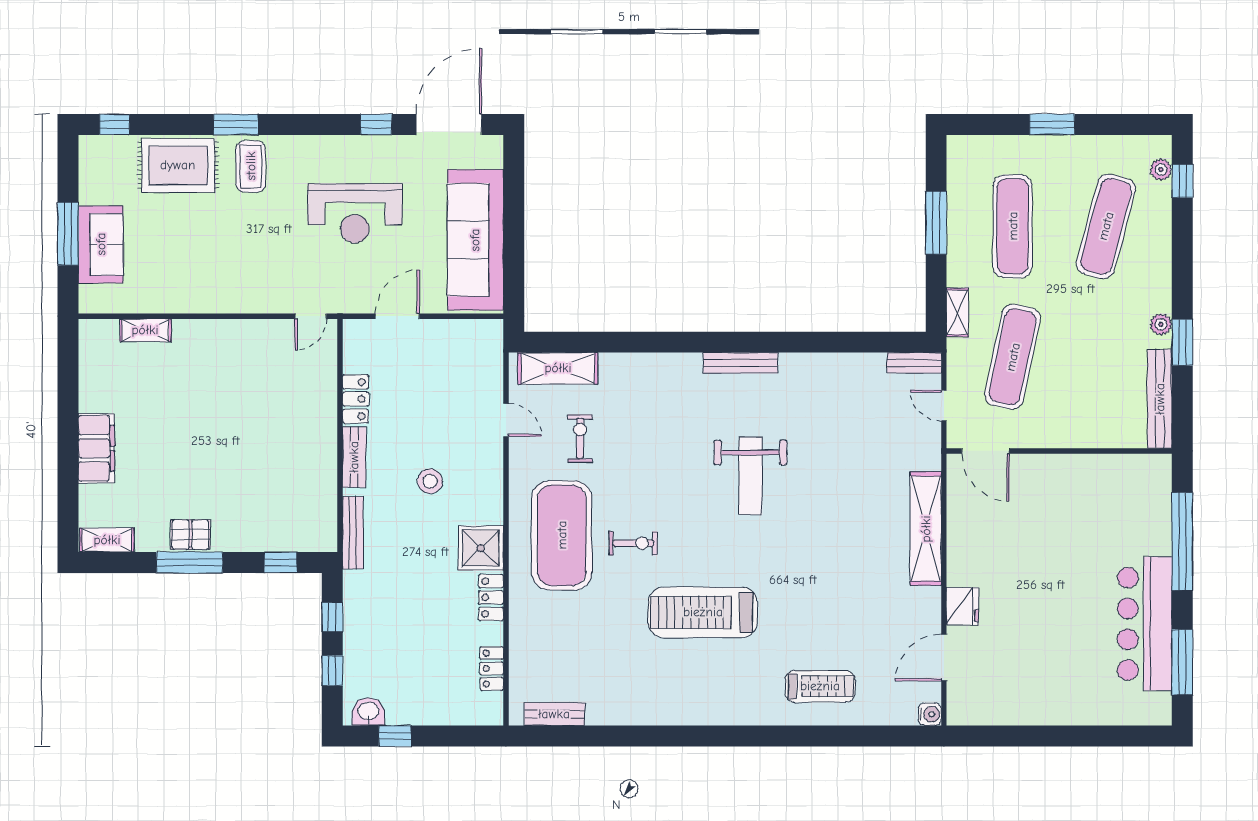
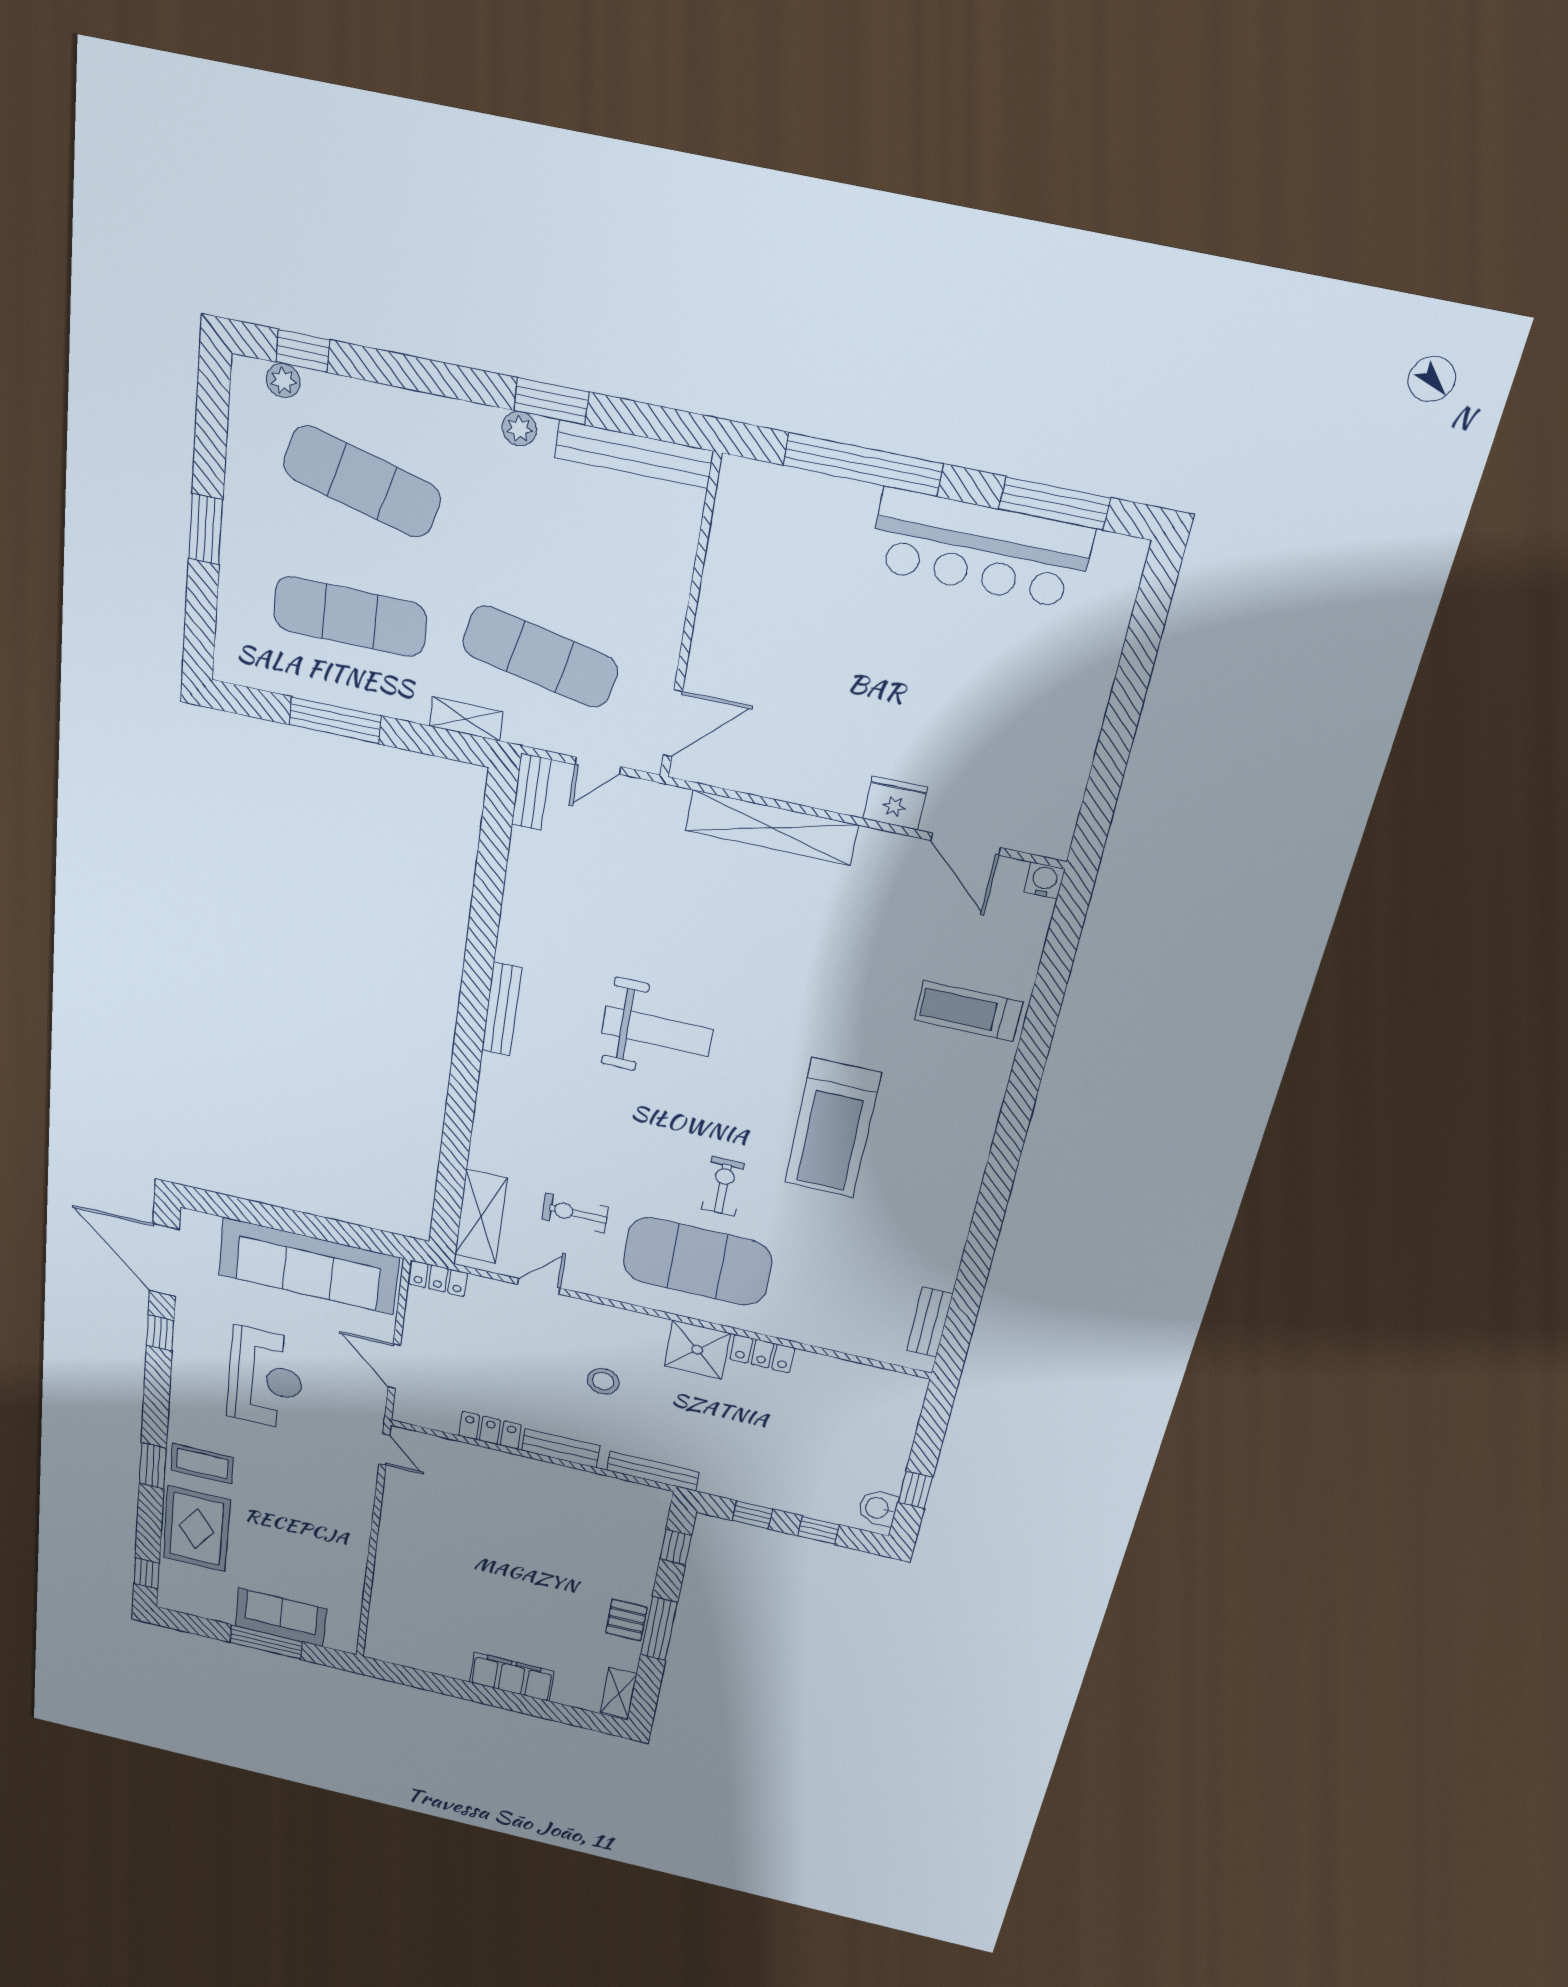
shelving: (145, 330) -> (383, 1603), removed
locker: (492, 668) -> (438, 1279), moved
treadmill: (820, 686) -> (968, 1011), turned -90

